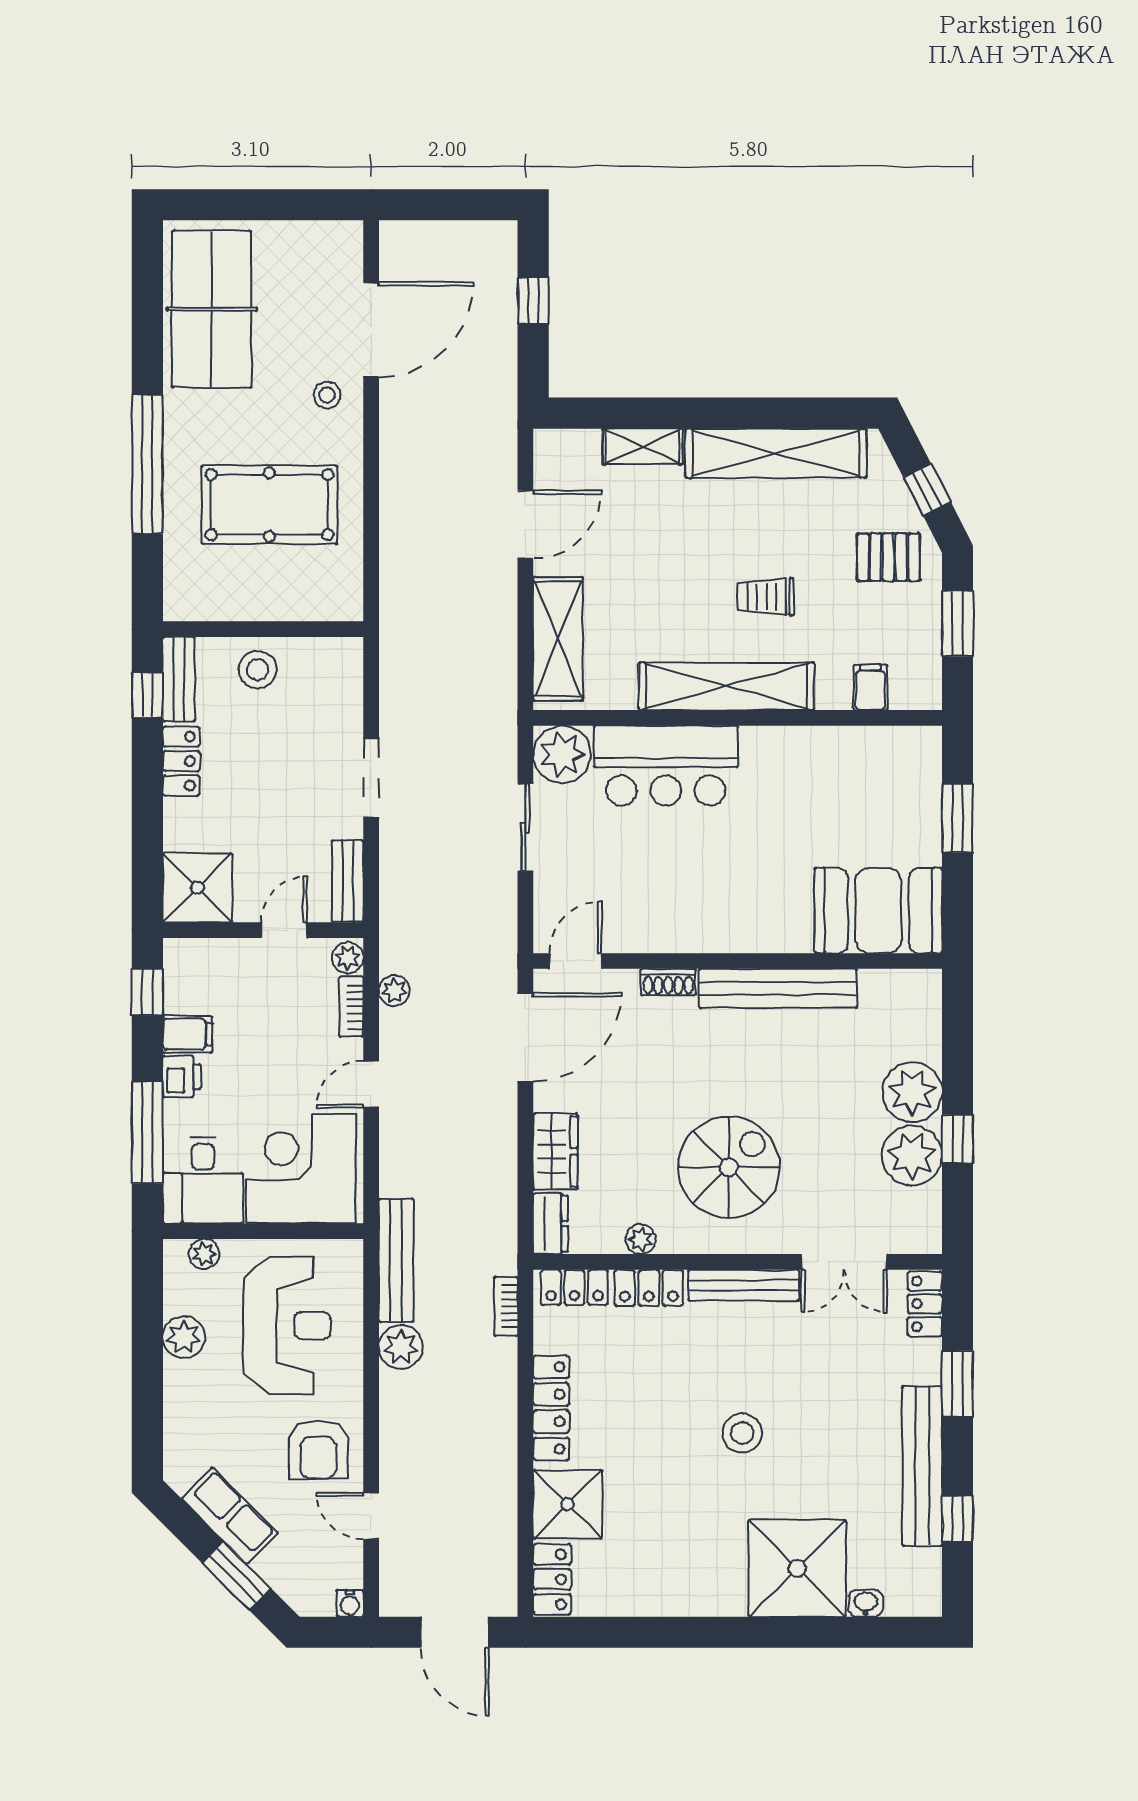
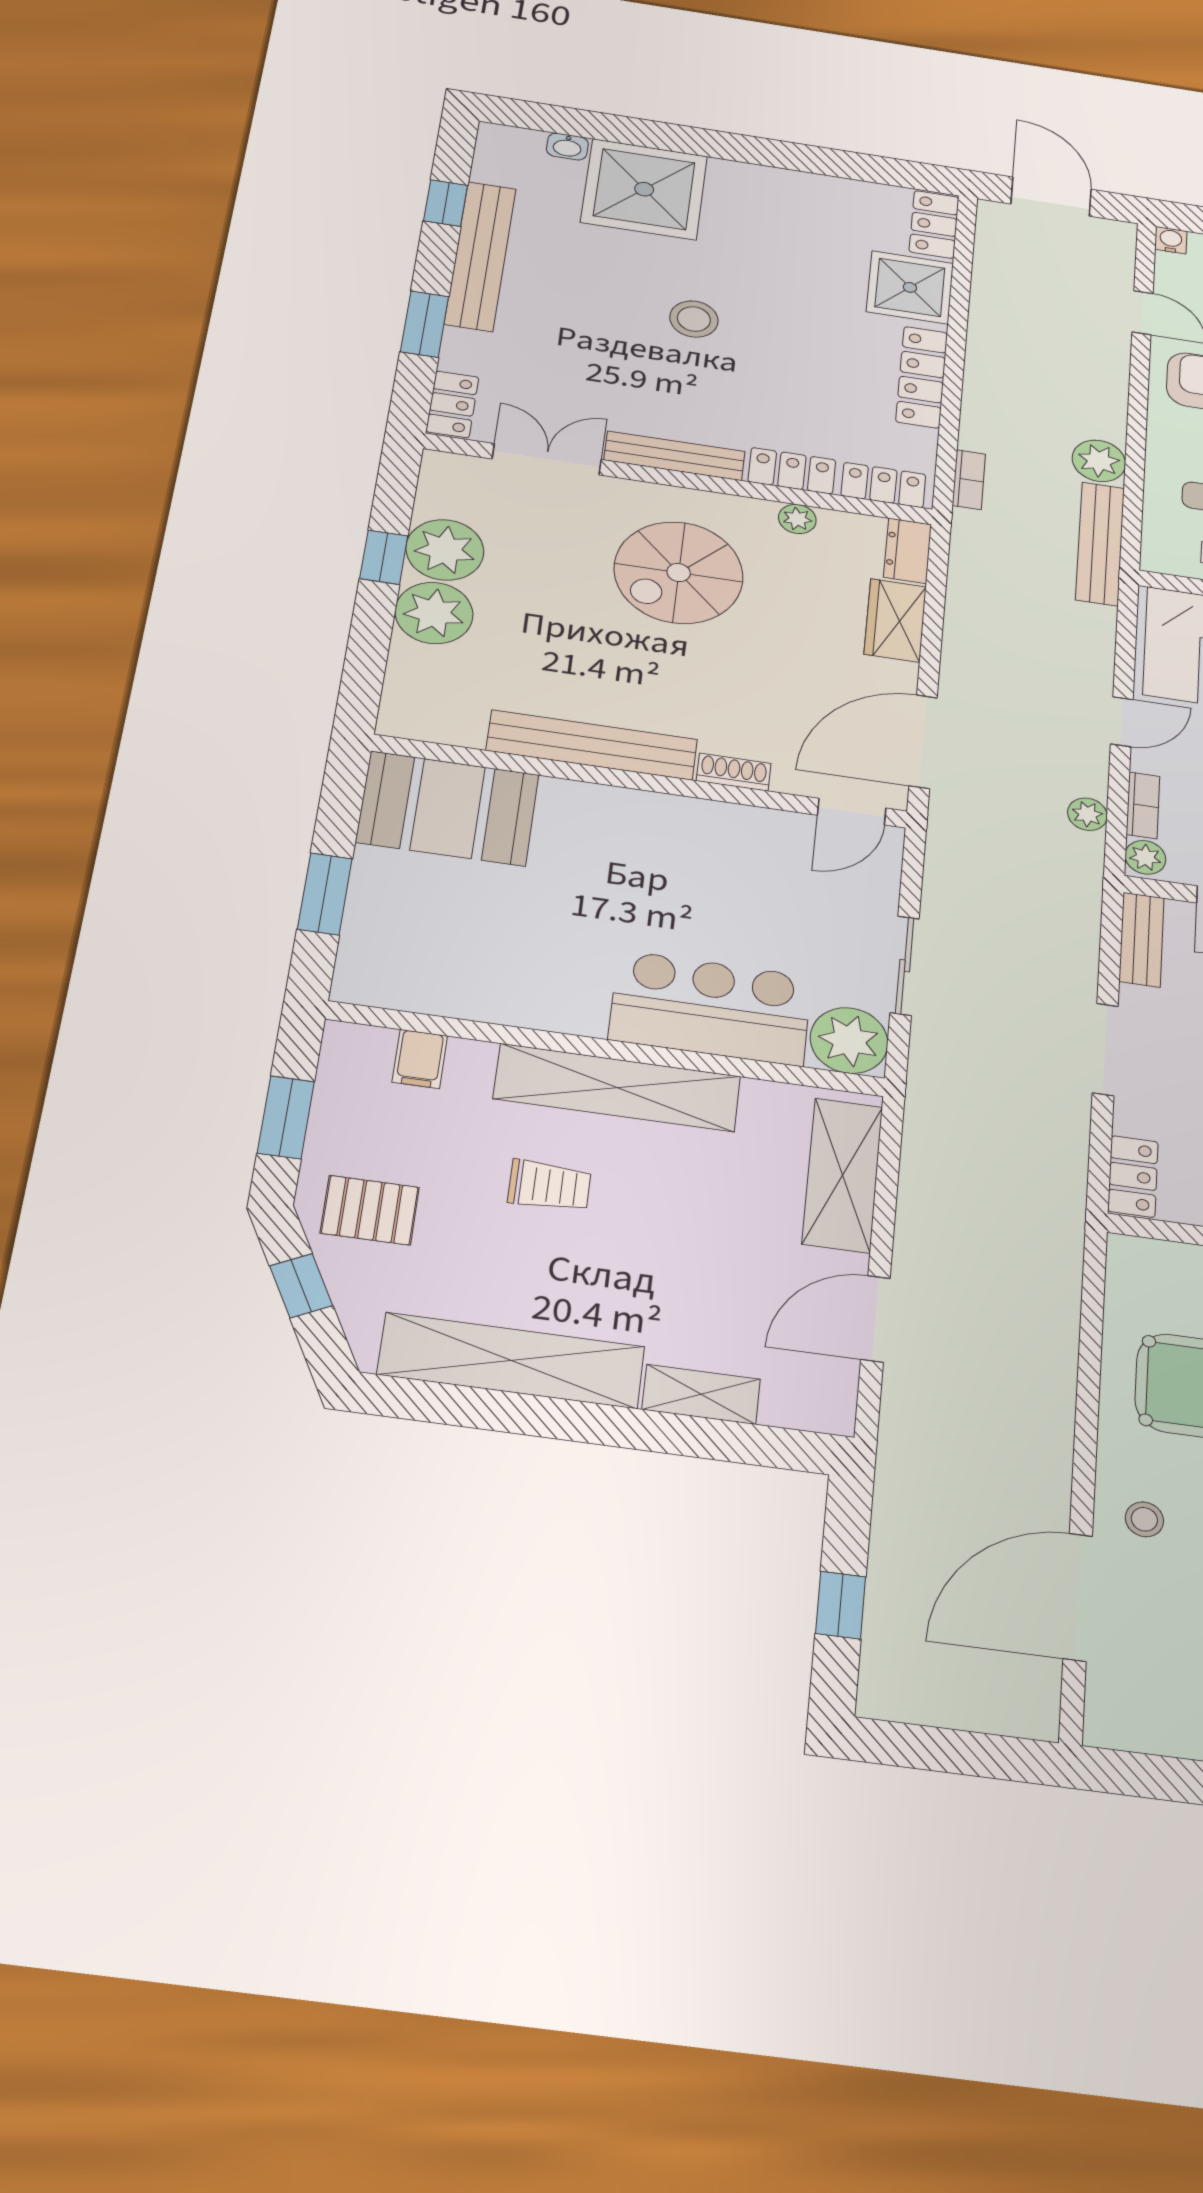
locker: (346, 671) -> (1133, 1176), added

